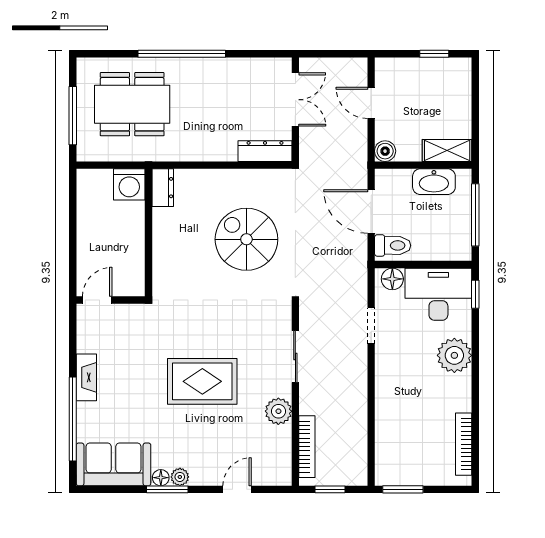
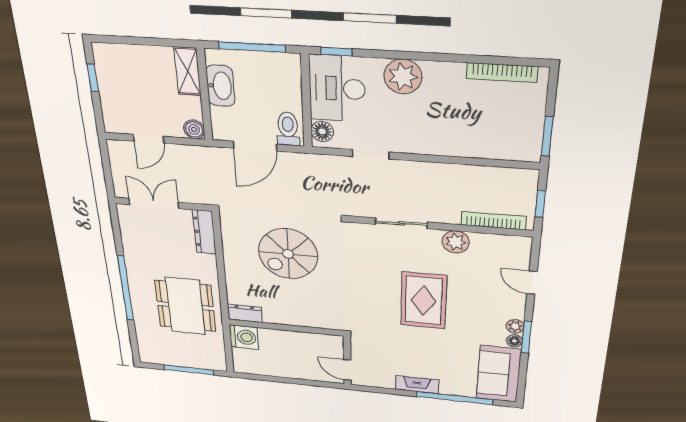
dining table: (132, 104) -> (185, 306), moved

